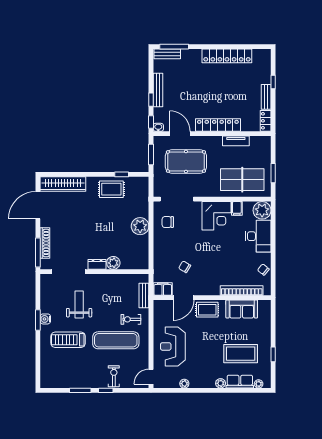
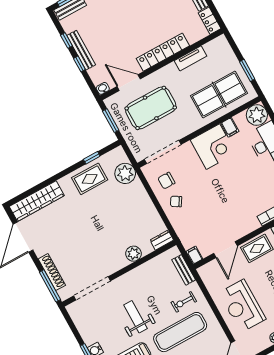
window: (151, 122) -> (66, 40), moved
plant: (140, 226) -> (125, 173), moved
dresser: (97, 264) -> (162, 240), moved
chair: (185, 267) -> (176, 202), moved
filing cabinet: (163, 289) -> (194, 255), width x0.50
weight bench: (79, 304) -> (135, 317), moved

